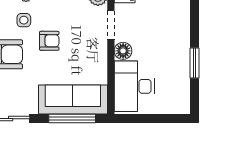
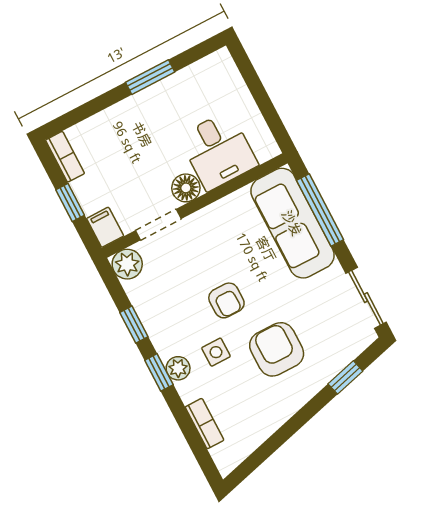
armchair: (49, 41) -> (226, 300), turned 180
desk: (134, 86) -> (218, 151), width x0.73

